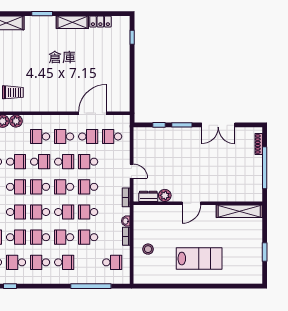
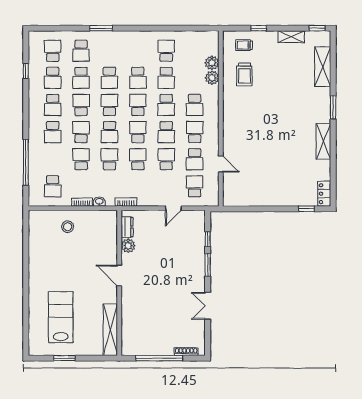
locker: (100, 22) -> (324, 194), moved
door: (92, 113) -> (221, 164), width x0.53
double door: (218, 125) -> (208, 306), width x0.73
school desk: (40, 136) -> (195, 105), turned 180
door: (132, 171) -> (173, 208), moved
lab bench: (199, 259) -> (61, 317), moved, turned 180
school desk: (16, 262) -> (53, 78), turned 180
school desk: (40, 262) -> (53, 105), turned 180

